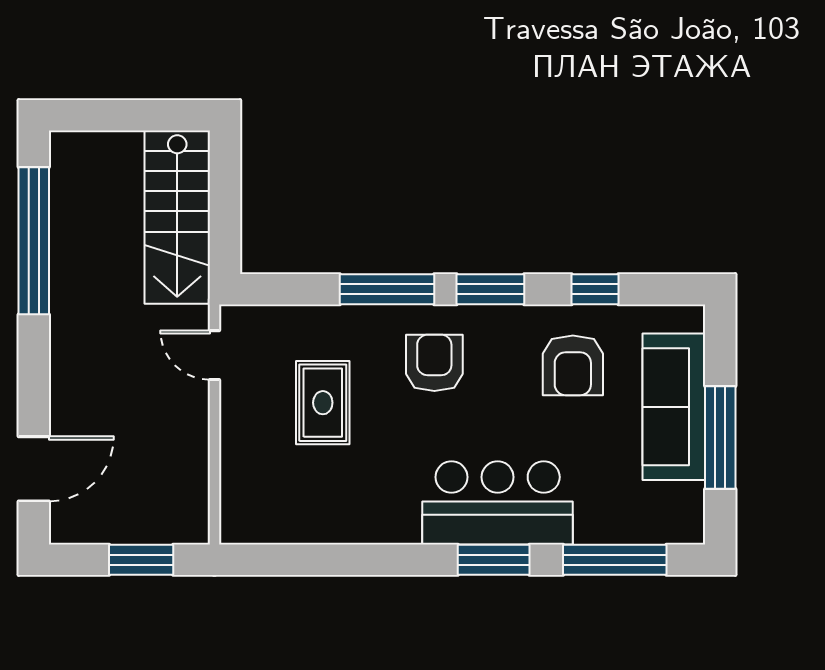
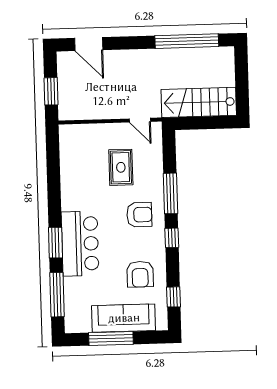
window: (490, 289) -> (172, 238), width x0.67
window: (595, 289) -> (173, 297), moved
door: (214, 355) -> (140, 120), swing flipped
armchair: (573, 365) -> (140, 274), turned -90
rug: (323, 403) -> (121, 167), turned 90

